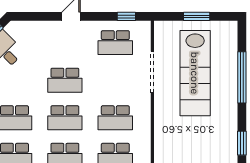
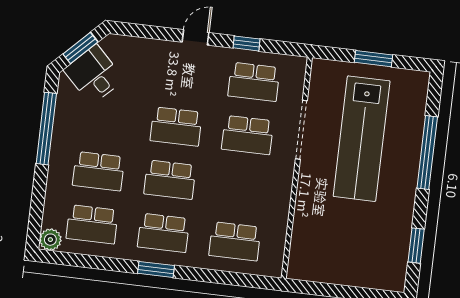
window: (126, 16) -> (247, 43), moved
school desk: (115, 118) -> (247, 135), moved

